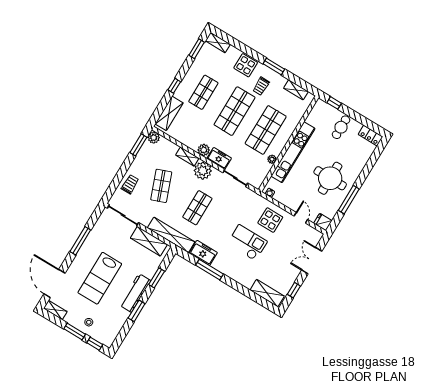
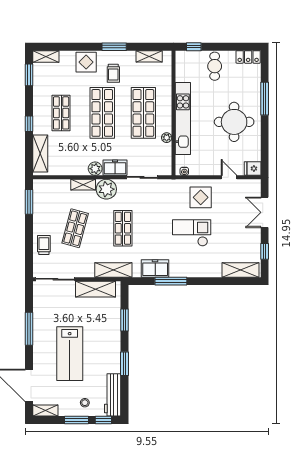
plant: (154, 138) -> (39, 186), removed
shop shelf: (161, 186) -> (75, 228), turned 36
window: (349, 200) -> (265, 99), moved
shelving: (171, 235) -> (113, 270), width x0.68
workbench: (135, 293) -> (113, 395), moved

